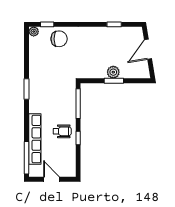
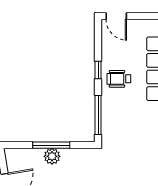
window: (114, 81) -> (51, 145), width x1.44
door: (51, 179) -> (116, 16), moved

